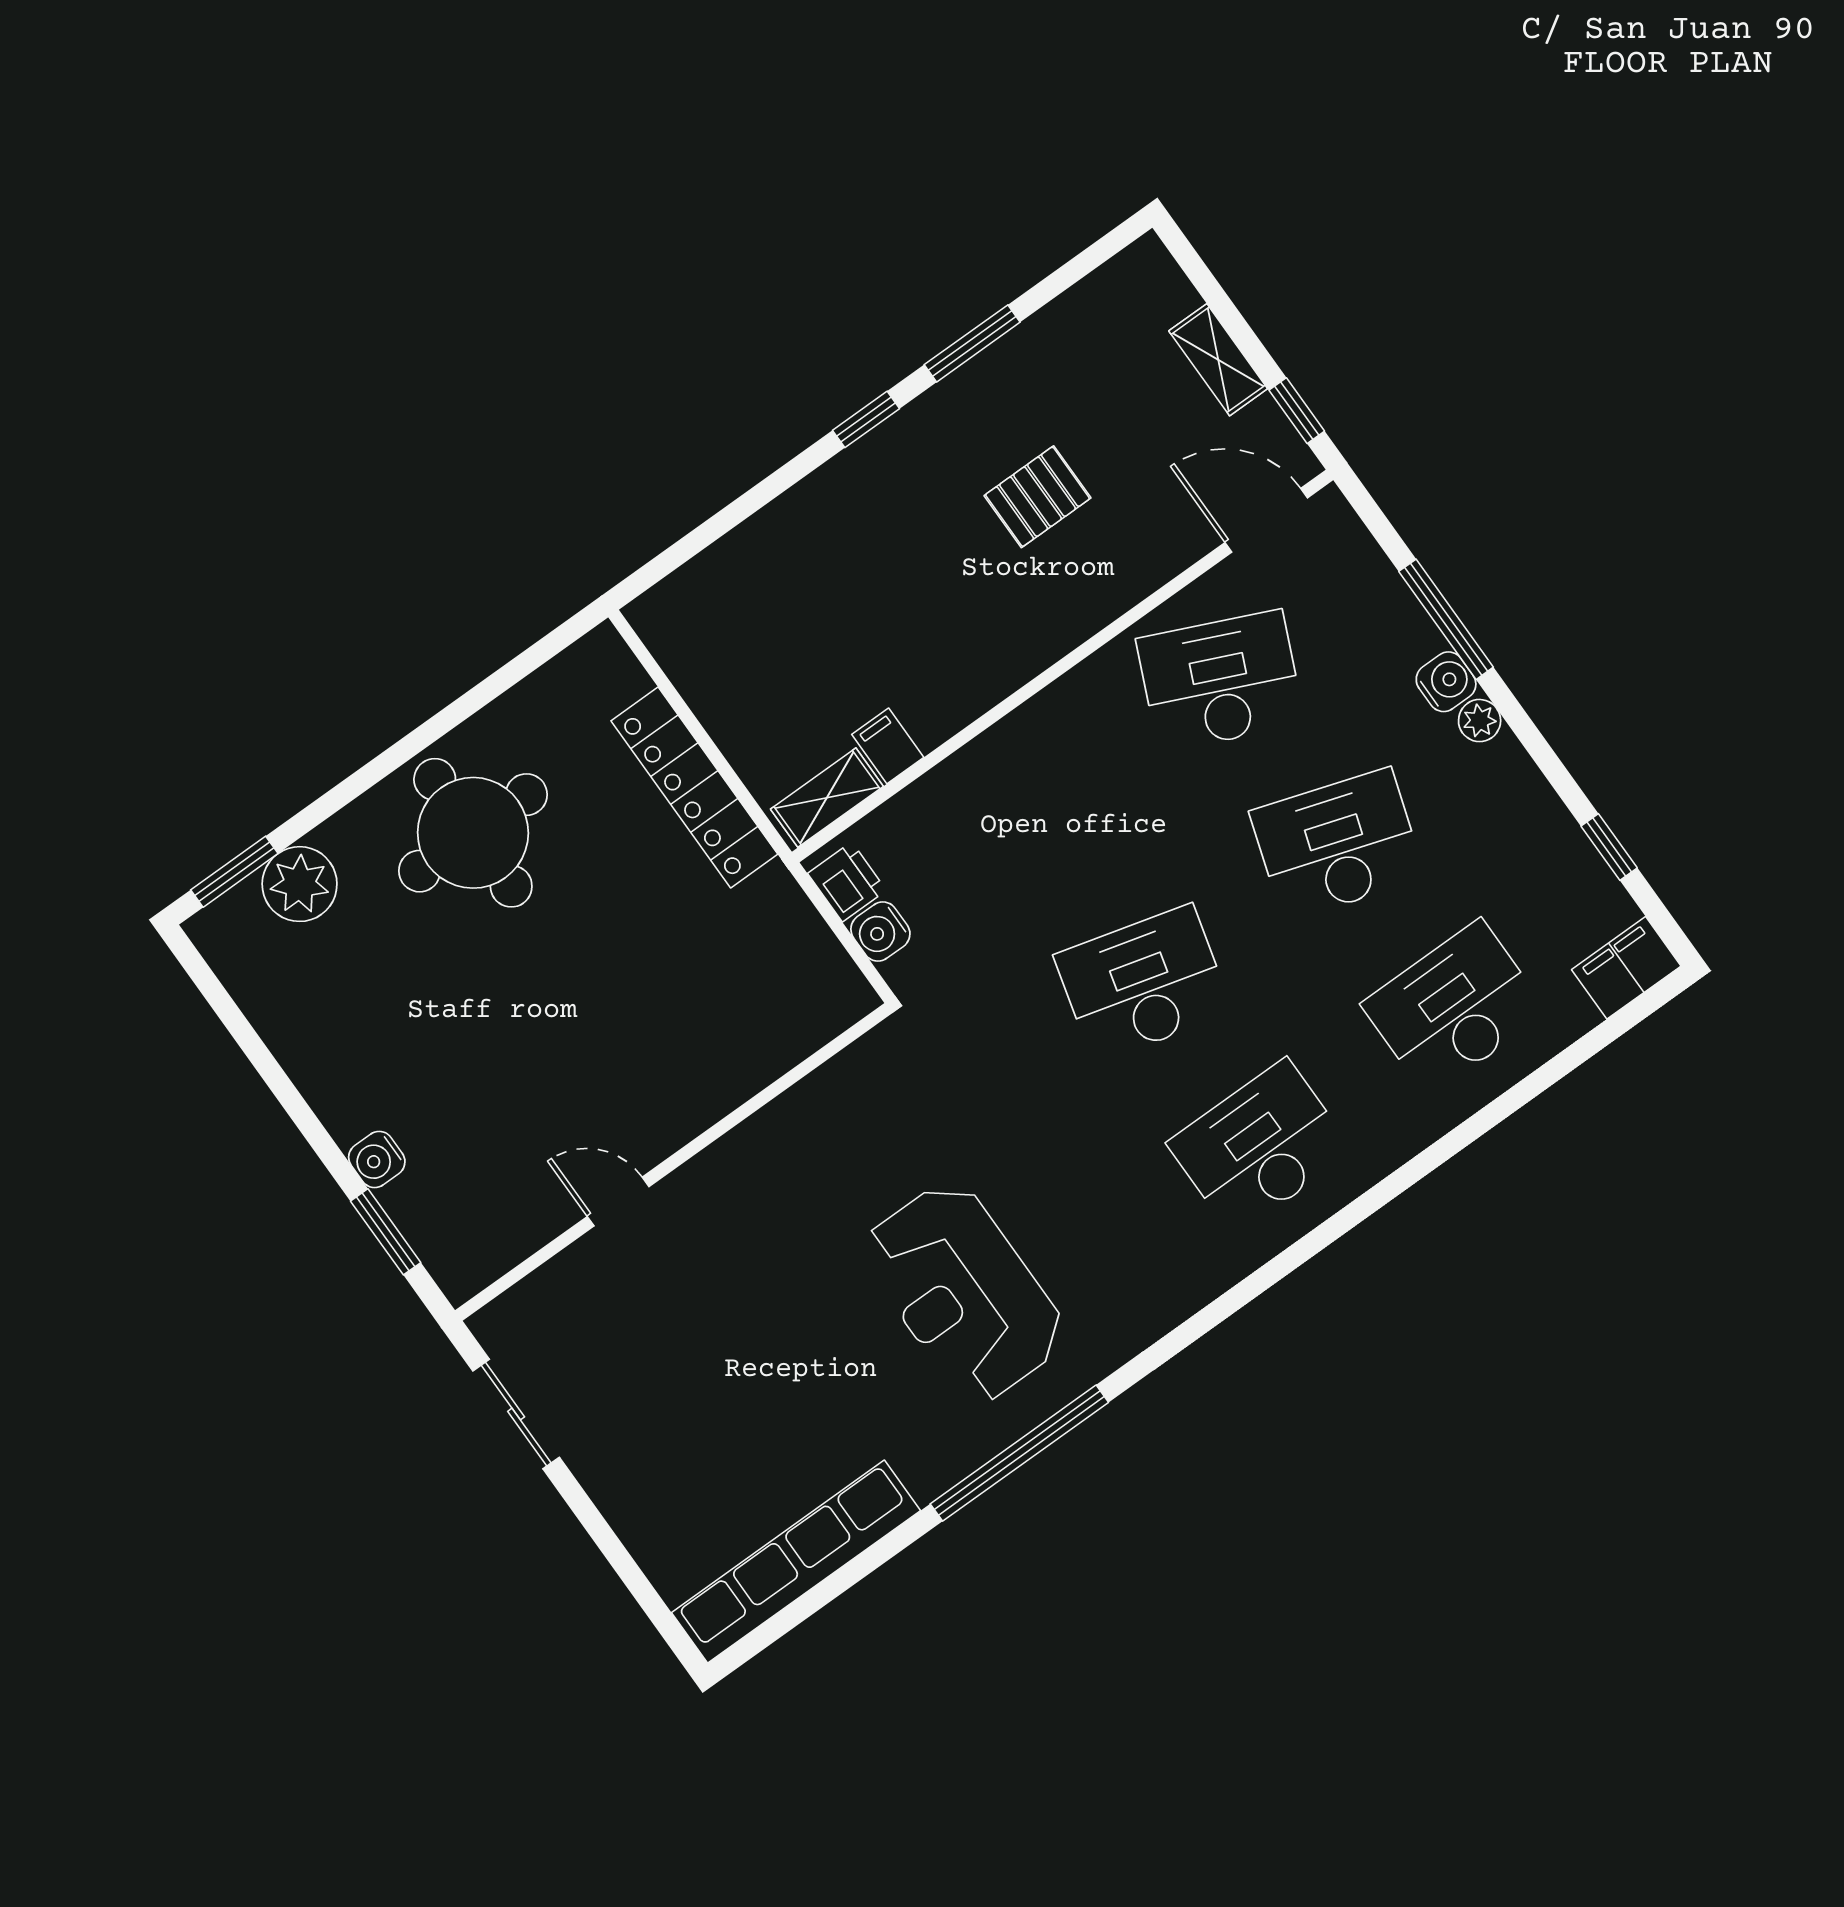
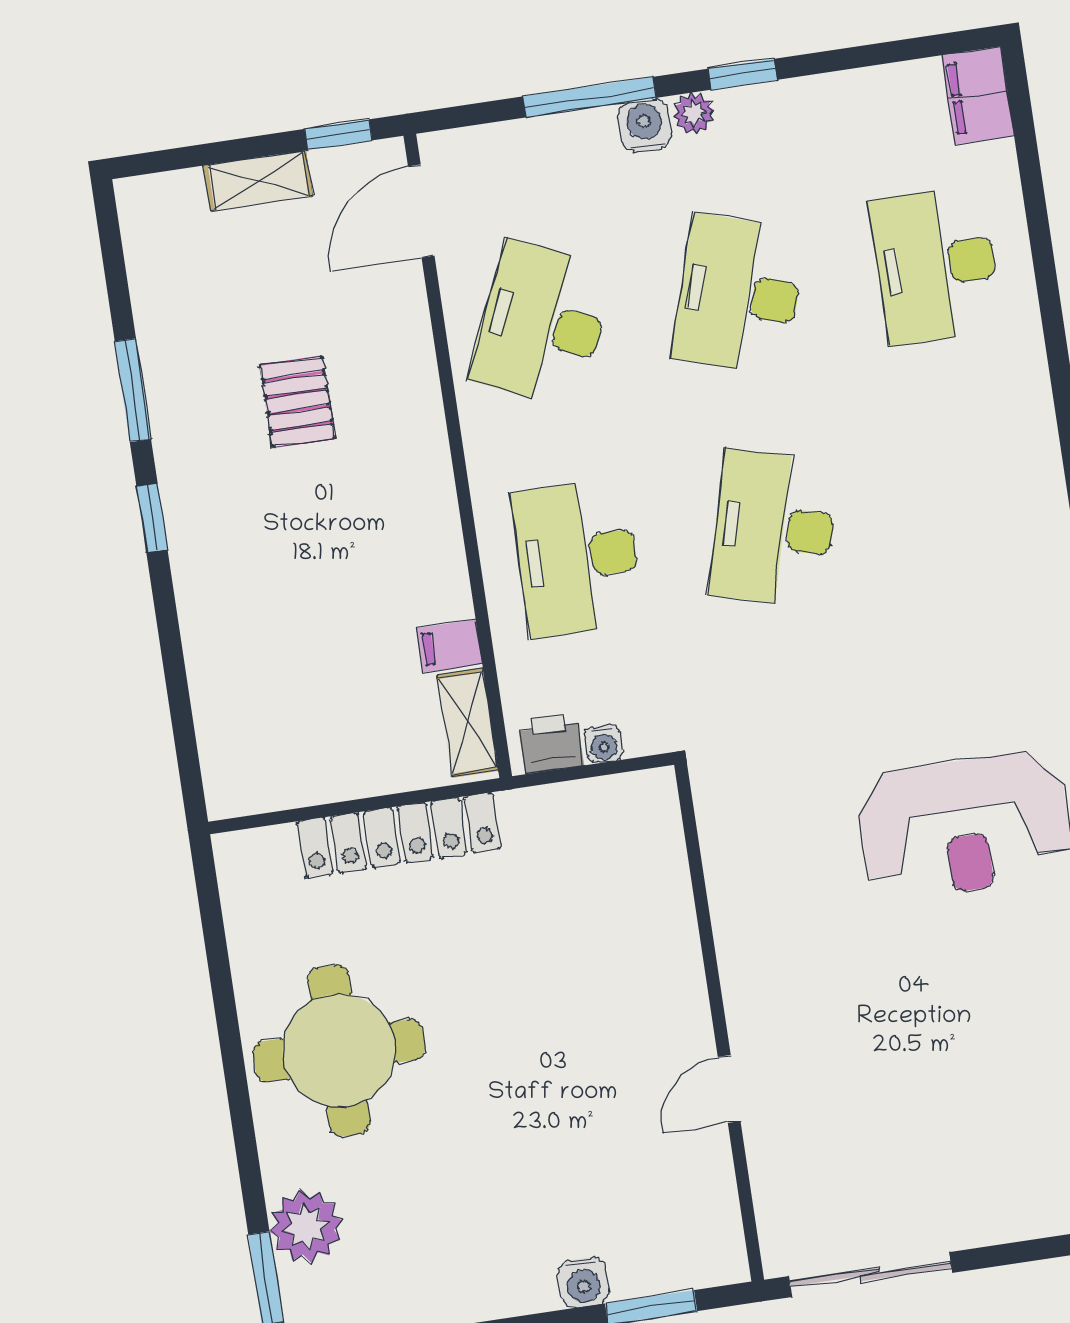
window: (1609, 847) -> (743, 74), moved
water cooler: (880, 932) -> (604, 744), width x0.72, depth x0.72
desk: (1260, 1147) -> (577, 558), moved
sliding door: (516, 1414) -> (870, 1275), width x1.37

